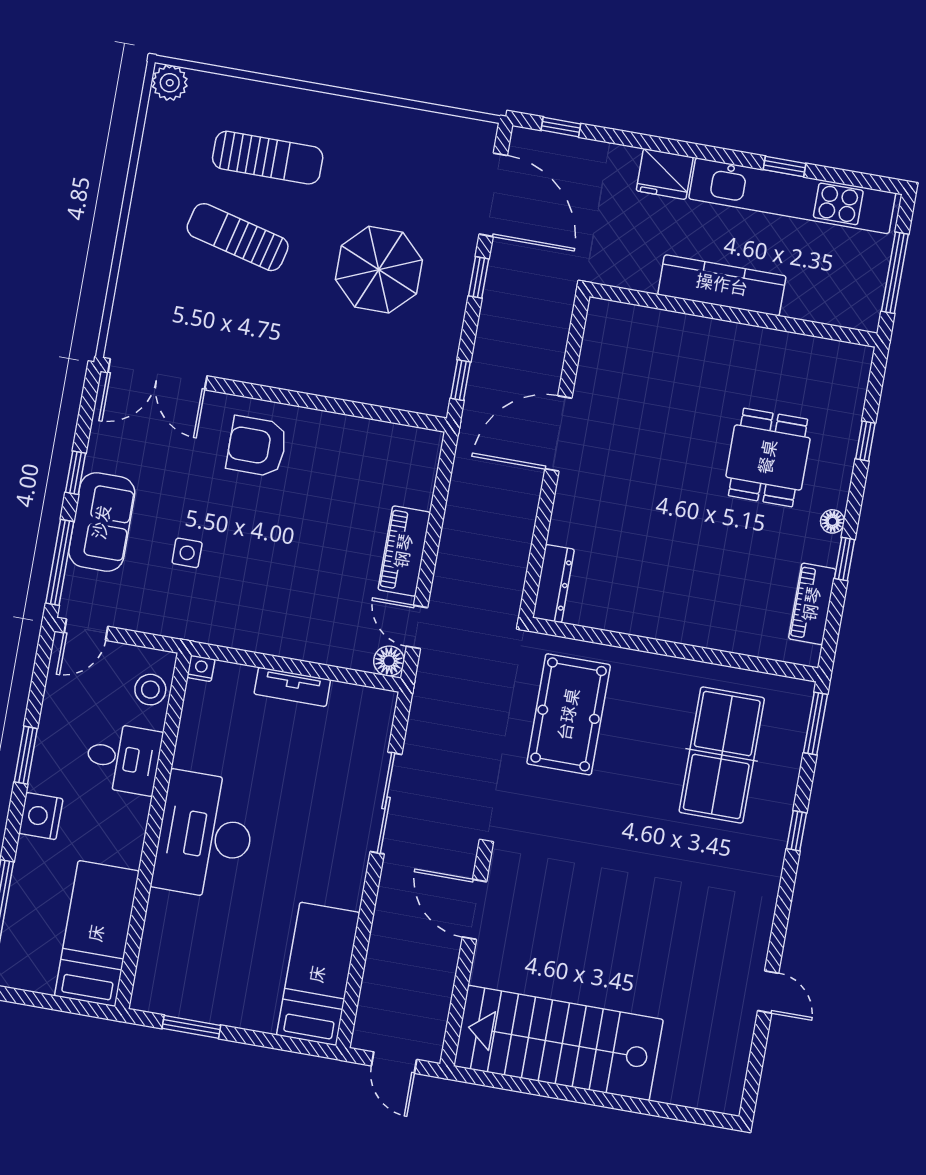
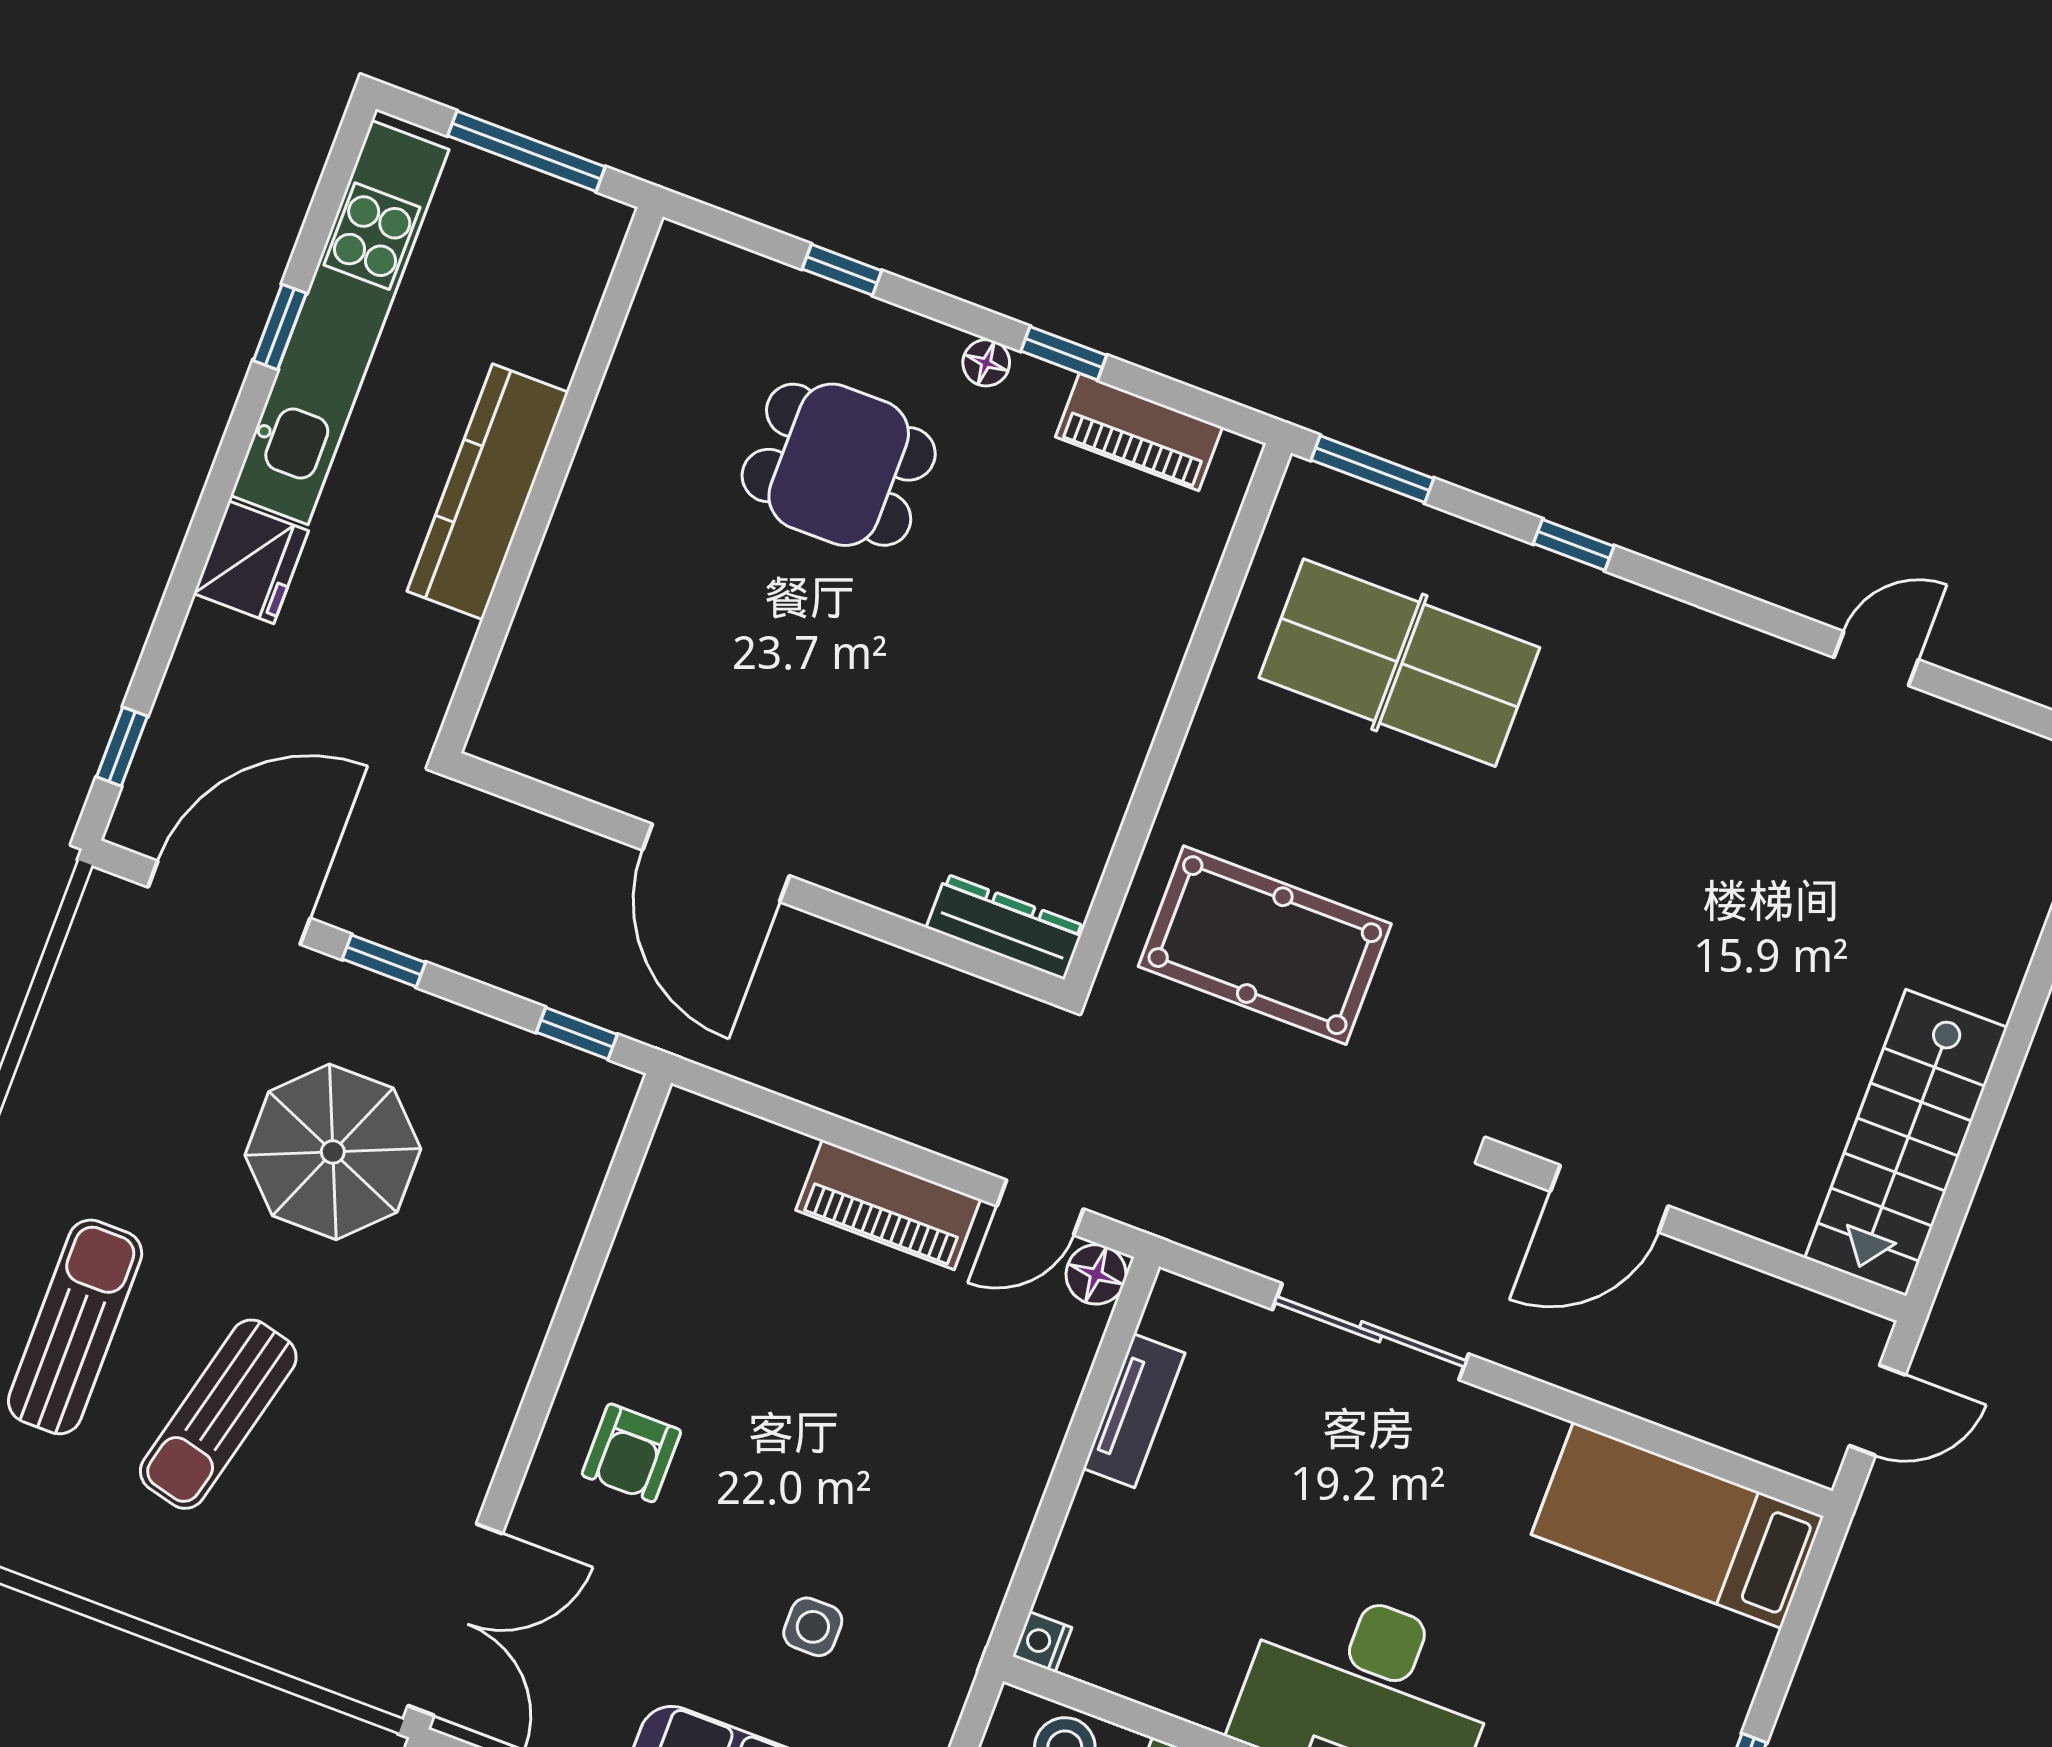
armchair: (257, 446) -> (631, 1453), width x0.72, depth x0.72
tv unit: (292, 687) -> (1134, 1411), moved
stairs: (558, 1043) -> (1906, 1143), width x0.73, depth x0.66

